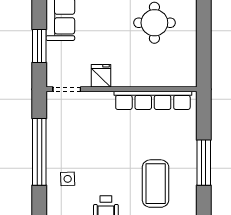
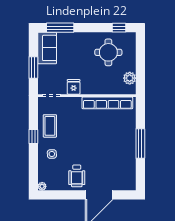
plant: (187, 62) -> (130, 78), added
window: (39, 152) -> (33, 136), width x0.32
coffee table: (156, 184) -> (50, 126), moved, width x0.73, depth x0.76

